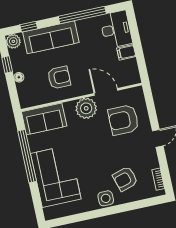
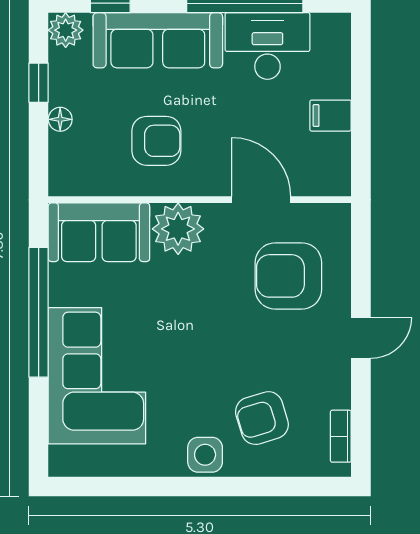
desk: (116, 29) -> (267, 46), moved, turned -90
plant: (86, 108) -> (178, 229), moved

